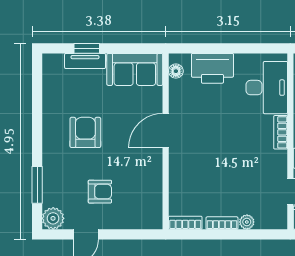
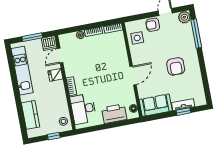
window: (37, 185) -> (196, 34), width x1.44
armchair: (100, 192) -> (153, 25), moved
side table: (145, 197) -> (137, 38), added

